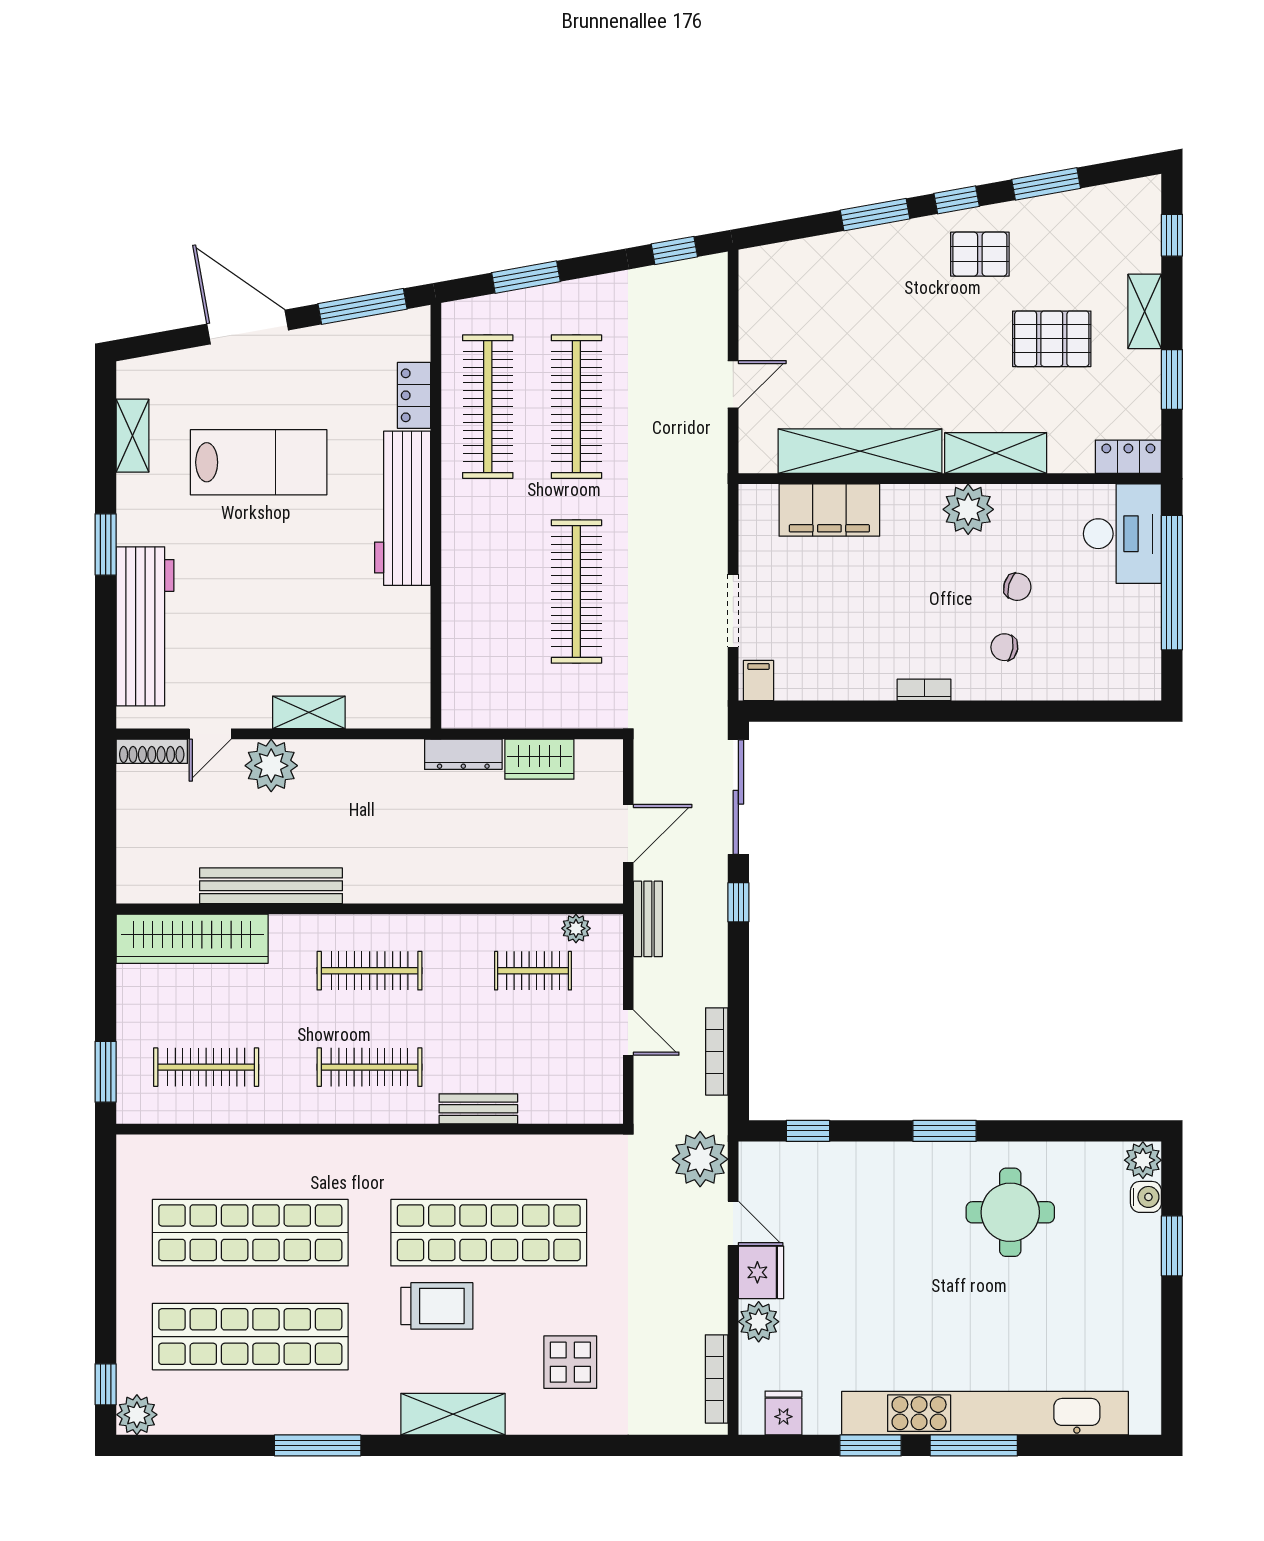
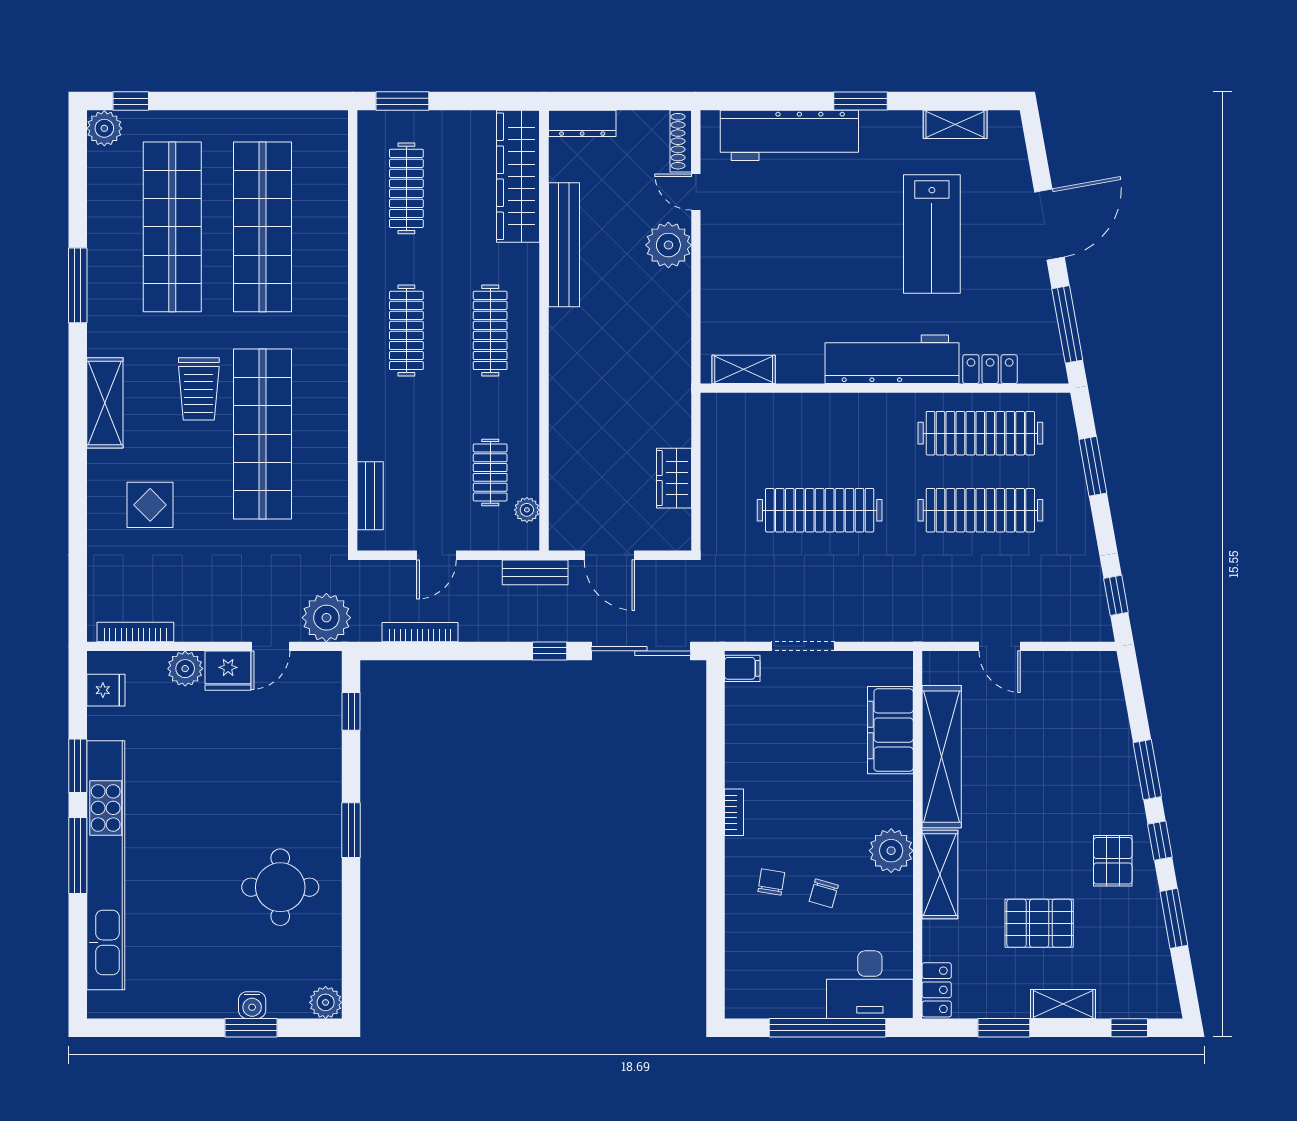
pallet: (1052, 339) -> (1039, 923), turned 90
shelving: (309, 712) -> (744, 369), moved, turned 90
dresser: (463, 754) -> (582, 123), moved, turned -90
bench: (478, 1109) -> (370, 496), moved
water cooler: (1146, 1197) -> (252, 1005), moved

